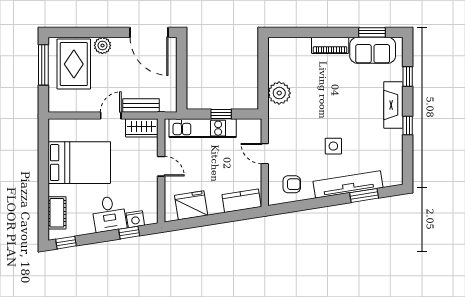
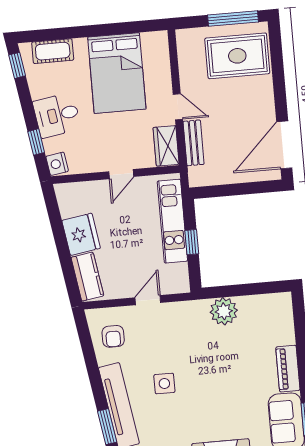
plant: (102, 45) -> (263, 89), removed
fridge: (191, 205) -> (81, 234), moved
nightstand: (135, 219) -> (57, 164), moved

